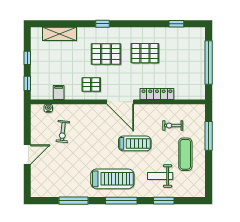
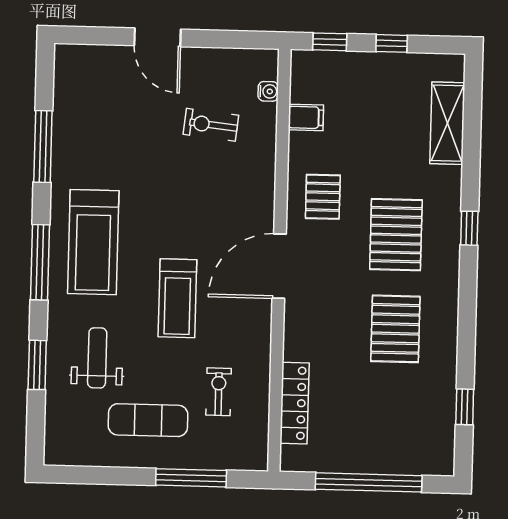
locker: (157, 94) -> (295, 403), moved

